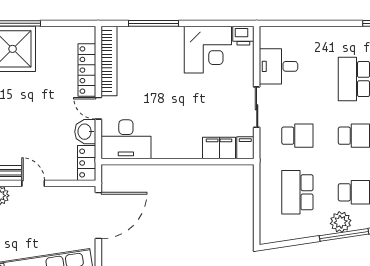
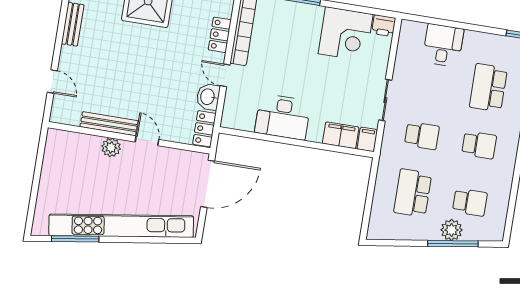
desk: (278, 66) -> (443, 45), moved, turned 90
locker: (87, 70) -> (220, 35), width x0.66
desk: (126, 139) -> (283, 117), moved

